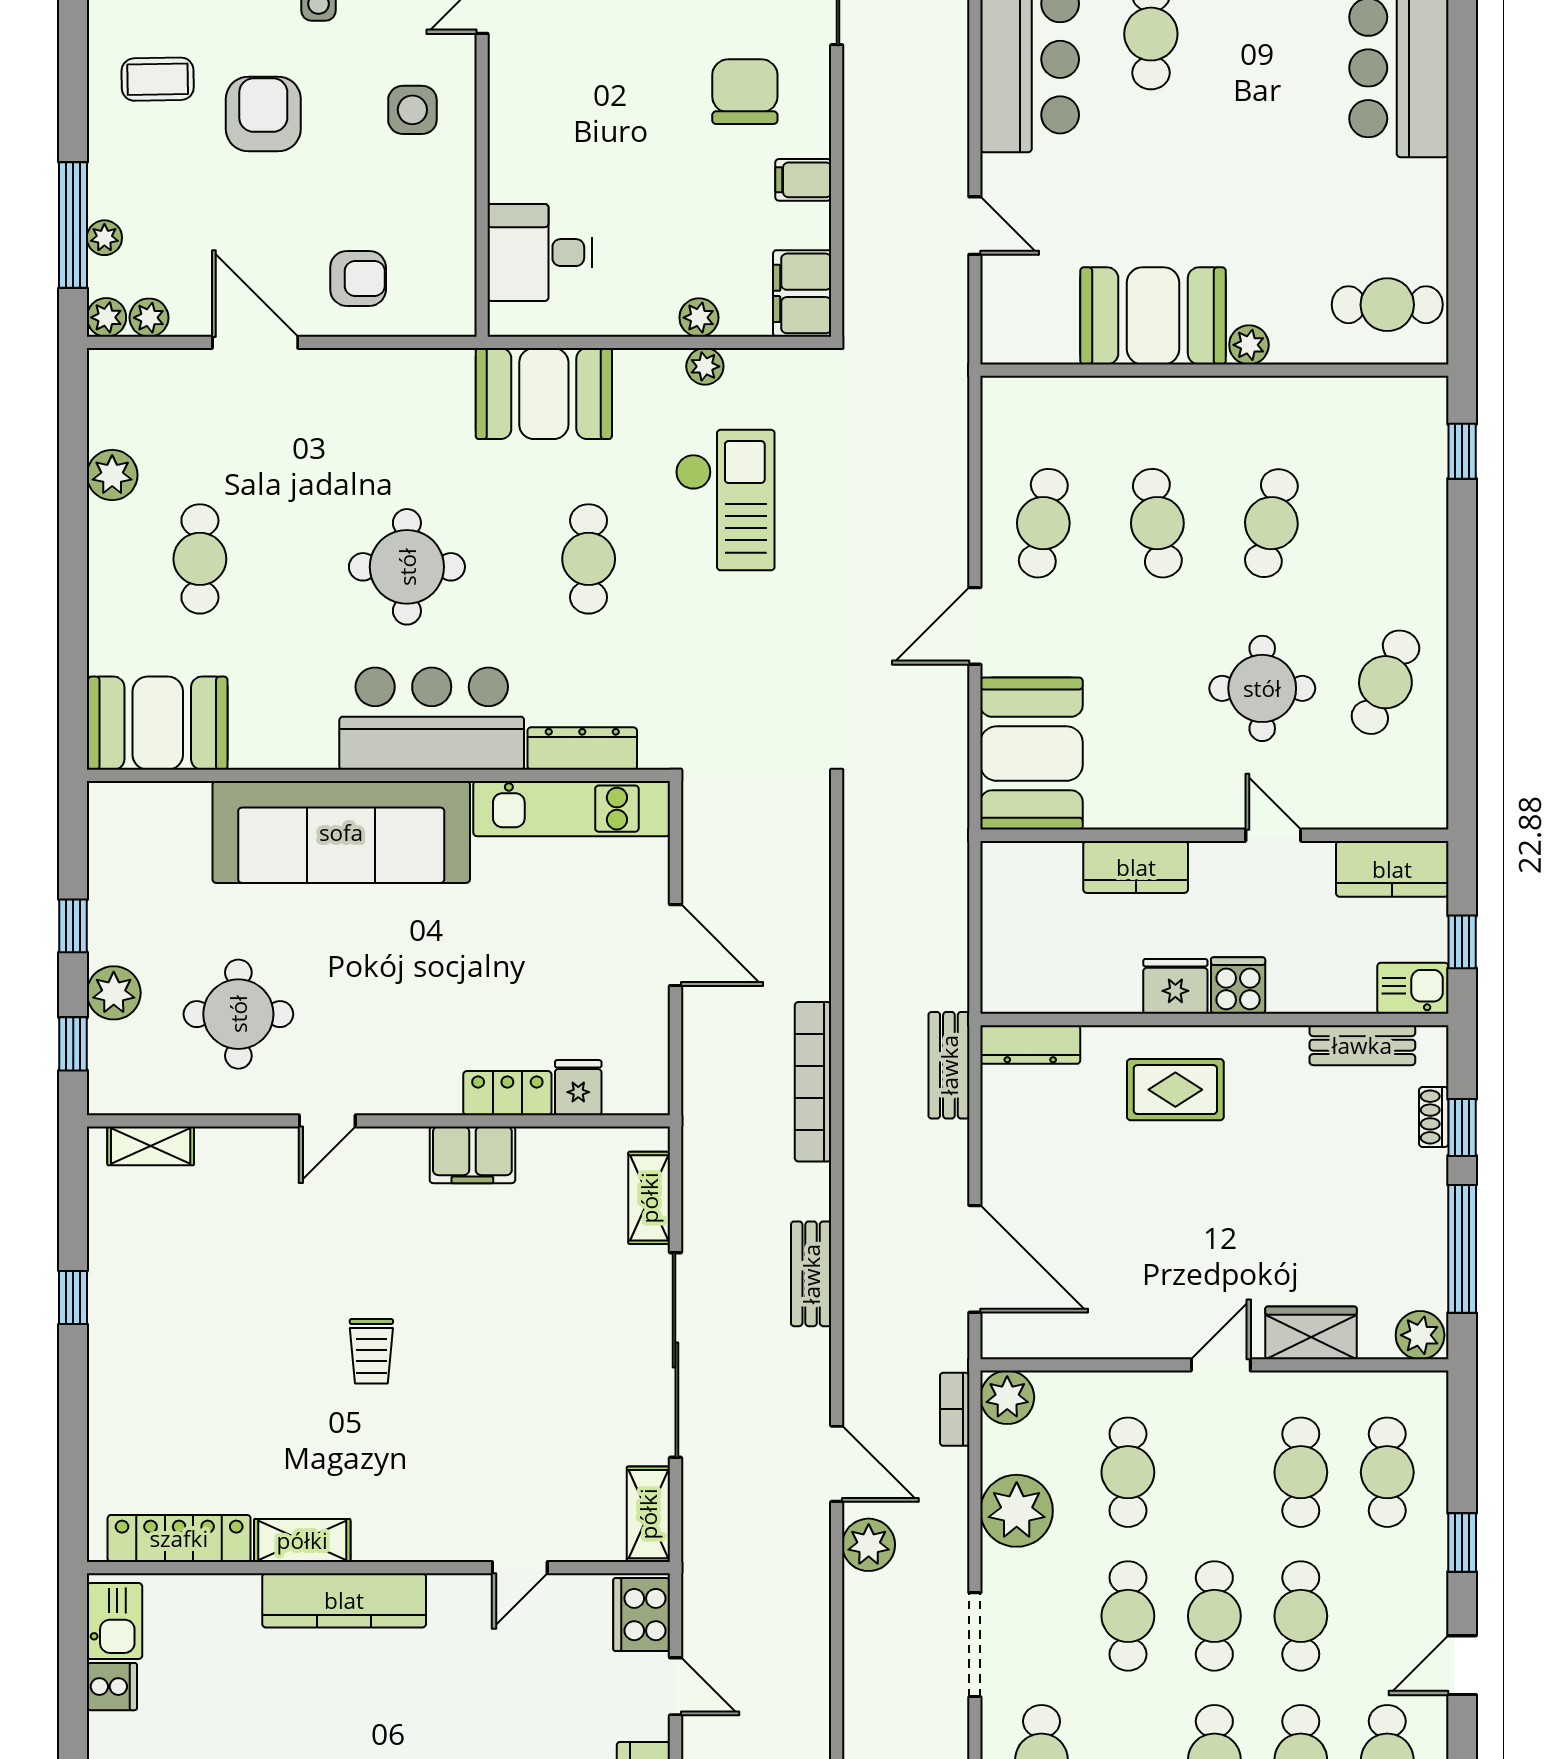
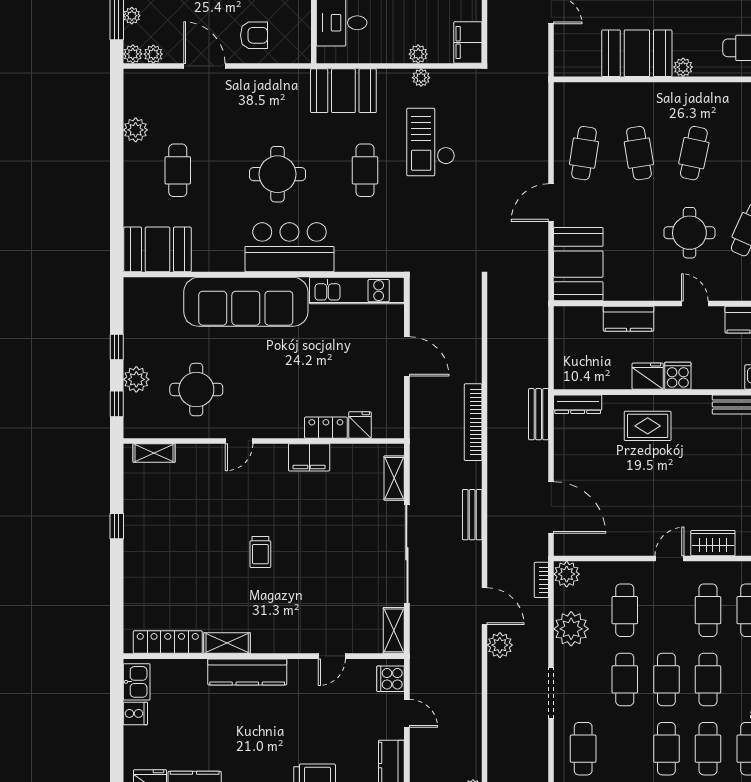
checkout: (725, 500) -> (431, 142), turned 180
dresser: (582, 748) -> (362, 262), removed
cooker: (642, 1615) -> (391, 679), width x0.73

